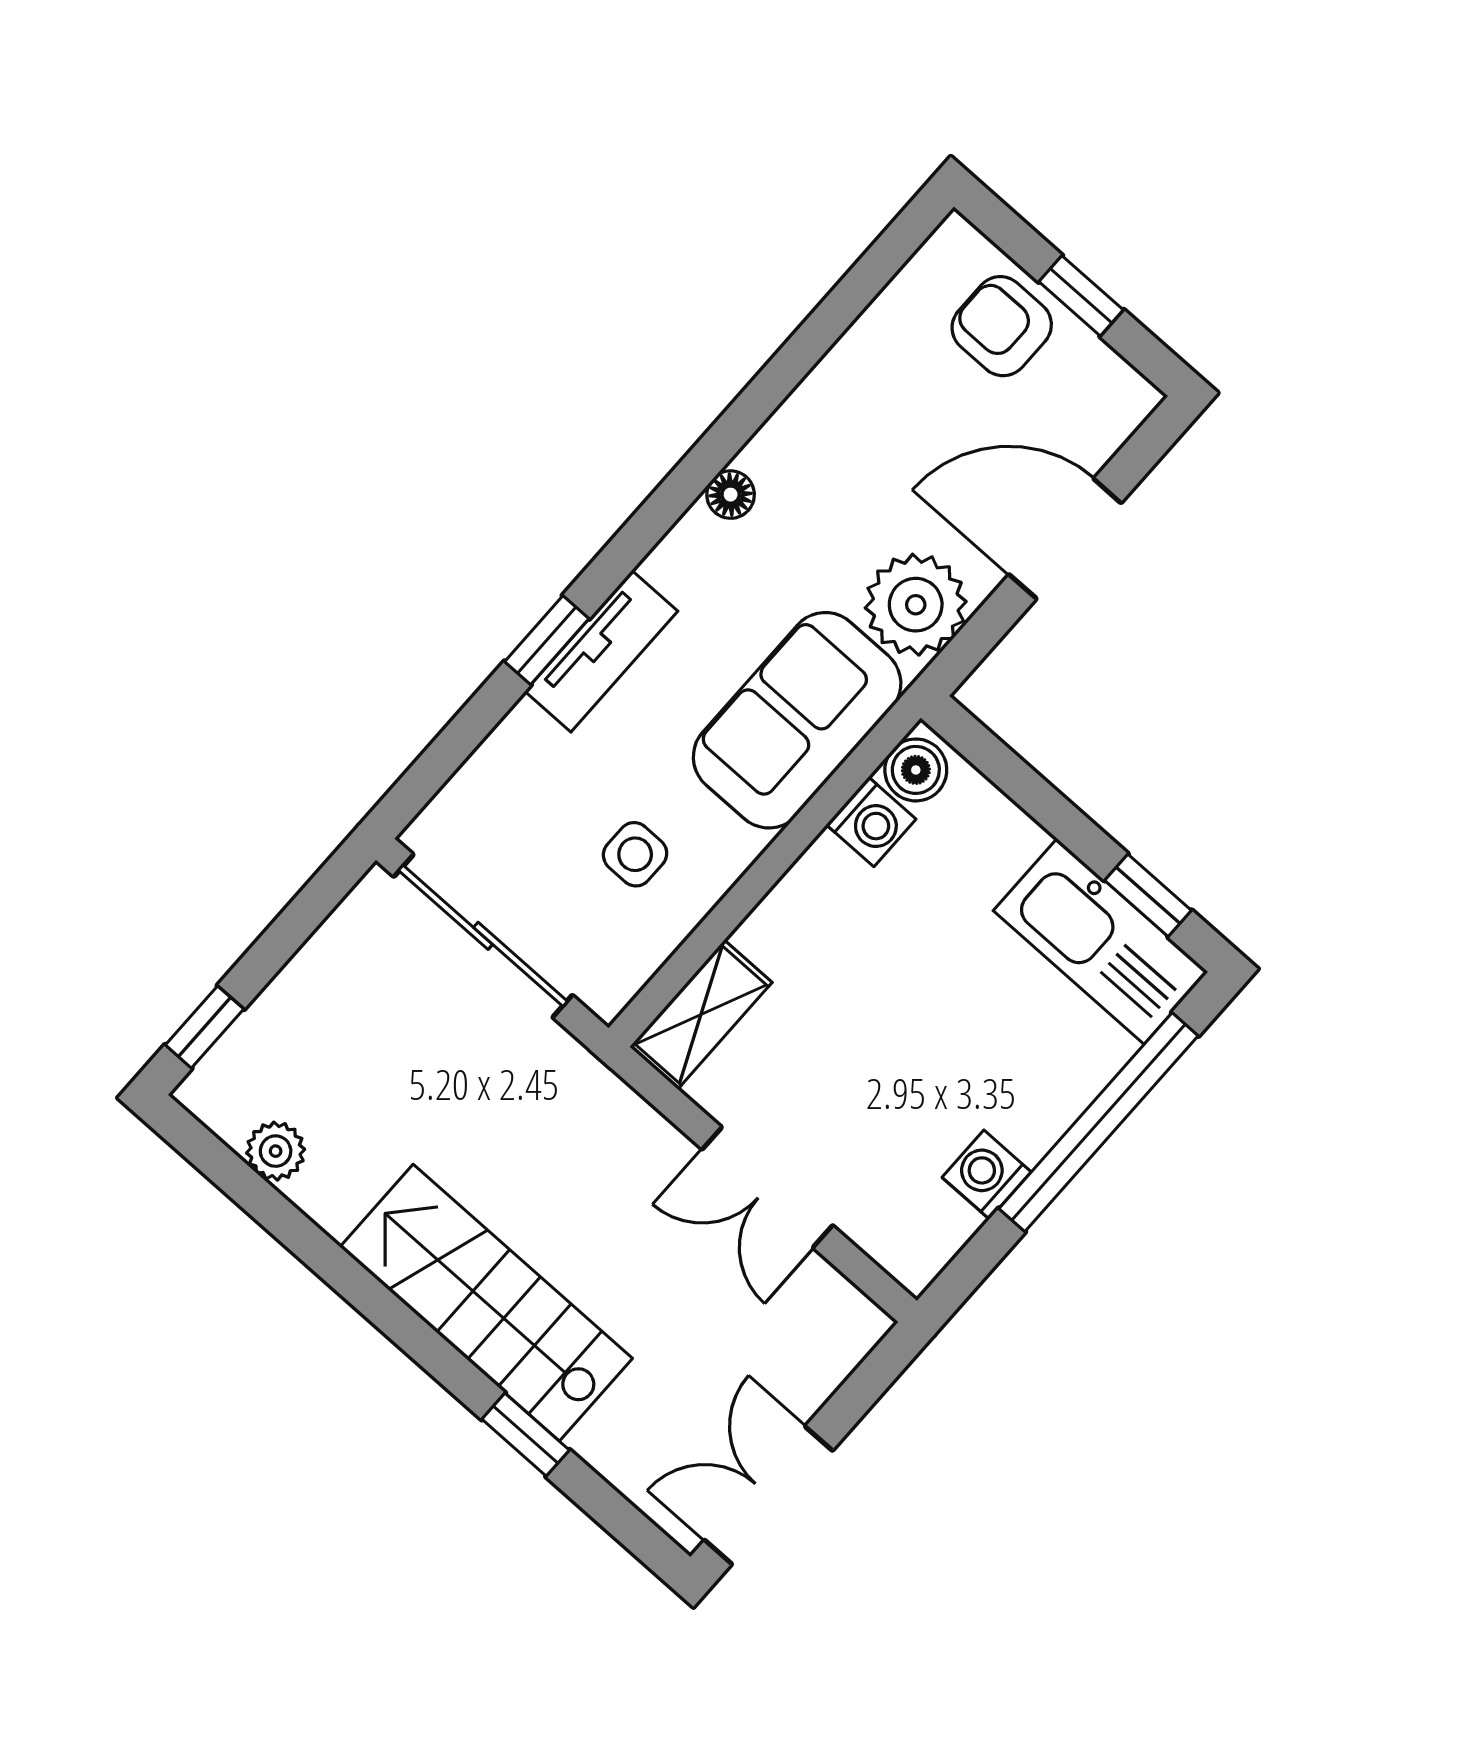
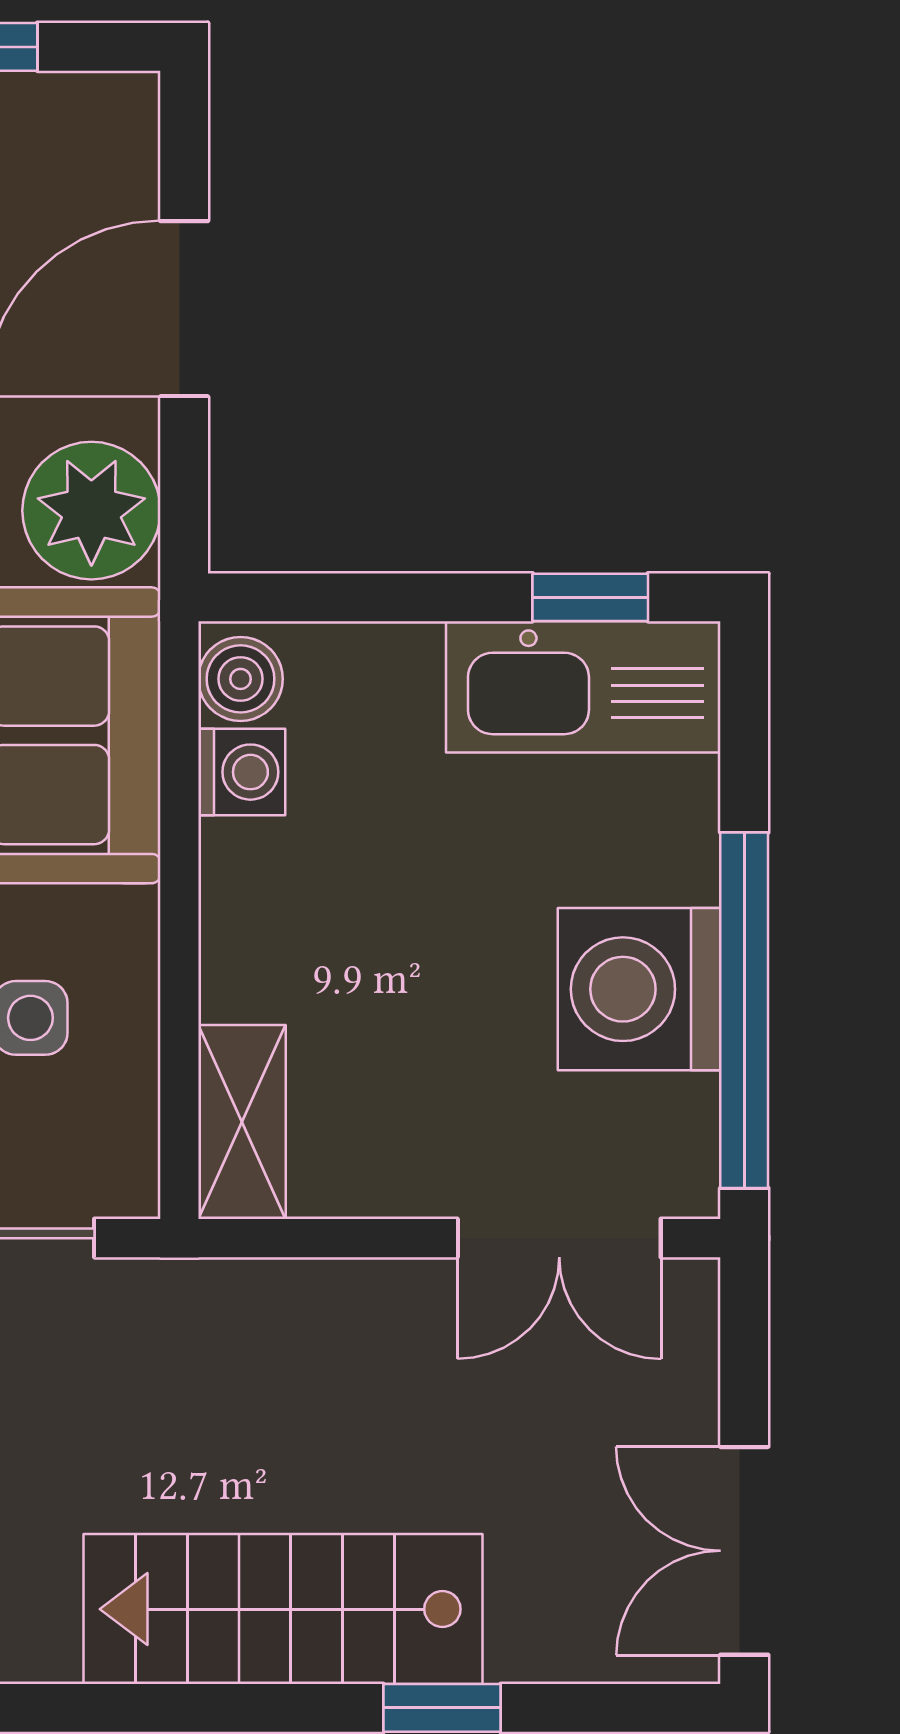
window: (1098, 1122) -> (744, 1010), moved
washing machine: (987, 1175) -> (639, 989), width x1.89, depth x1.89
double door: (767, 1187) -> (559, 1238), moved

